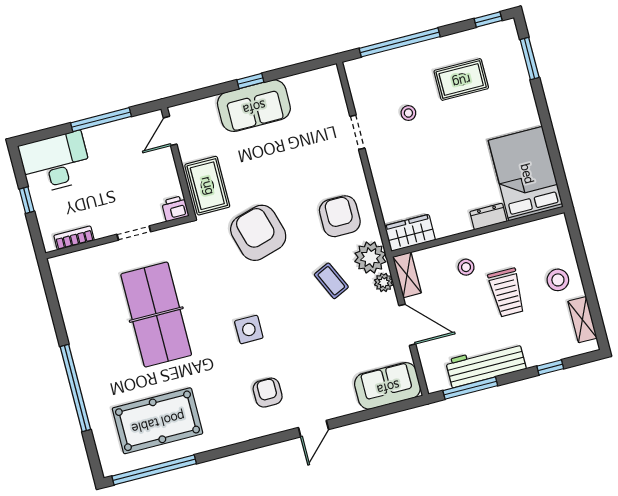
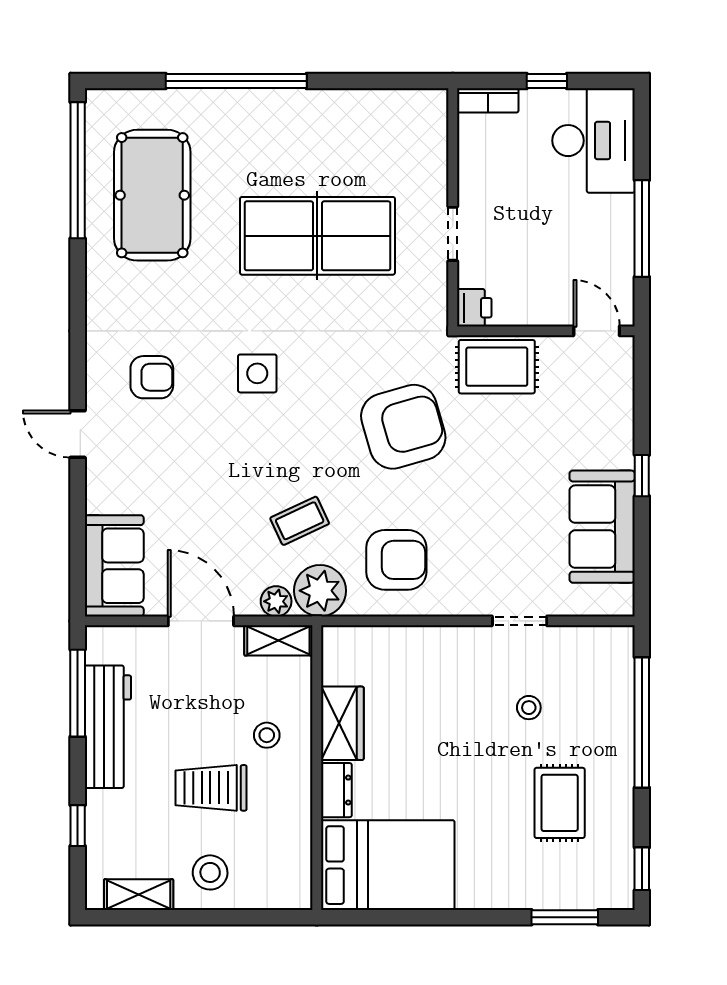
sofa: (254, 106) -> (602, 527), moved
wardrobe: (410, 233) -> (342, 723), moved
bookcase: (74, 238) -> (488, 100), moved, turned 90
door: (407, 325) -> (201, 621), swing flipped

